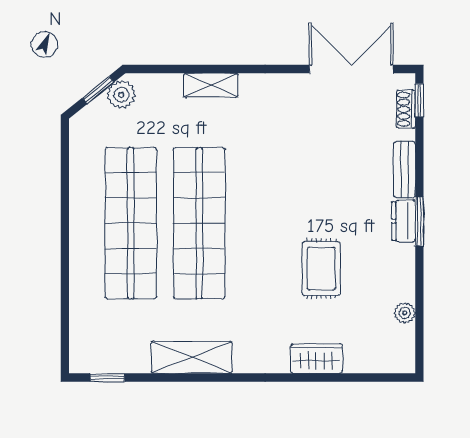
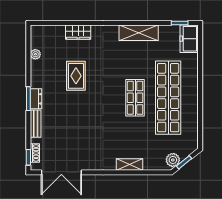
shop shelf: (199, 223) -> (135, 98), width x0.50, depth x0.74
freezer: (87, 345) -> (189, 39), added

